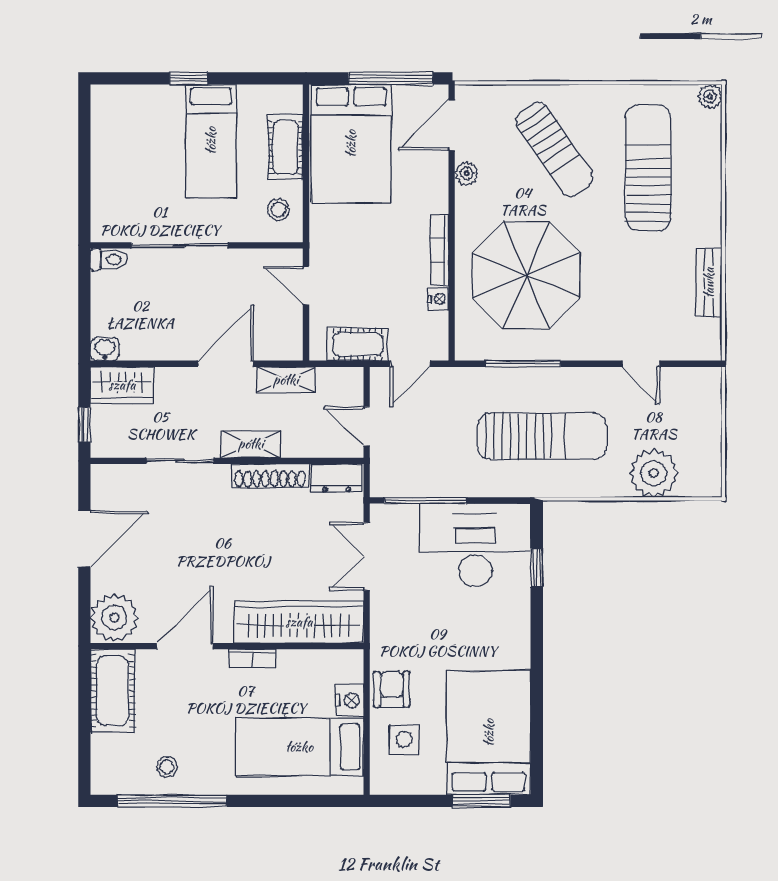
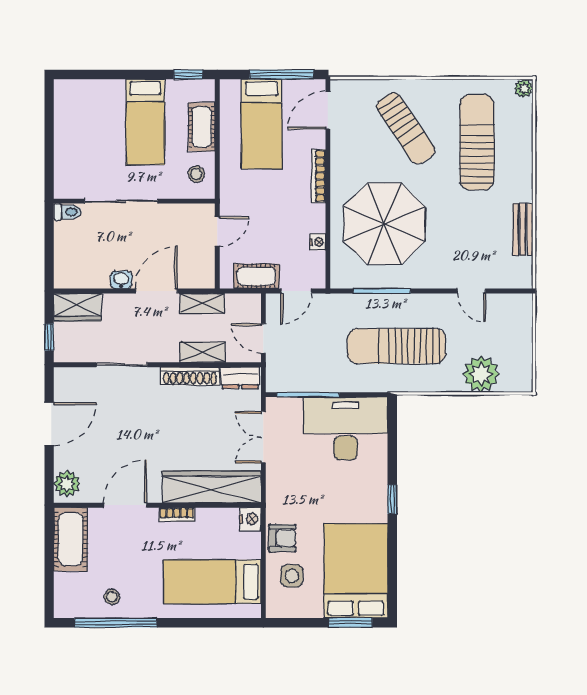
window: (189, 78) -> (188, 75), moved
bed: (351, 144) -> (262, 124), width x0.67
plant: (466, 173) -> (339, 147), removed
bookcase: (440, 250) -> (319, 176), moved
door: (306, 285) -> (217, 231), swing flipped
washbasin: (105, 349) -> (121, 280), moved
sun lounger: (542, 436) -> (396, 346), turned 180
shelving: (251, 444) -> (203, 352), moved
window: (537, 568) -> (392, 499), moved
plant: (114, 618) -> (67, 484), width x0.73, depth x0.73
armchair: (392, 689) -> (282, 538), turned 90
nightstand: (350, 700) -> (250, 519), moved

